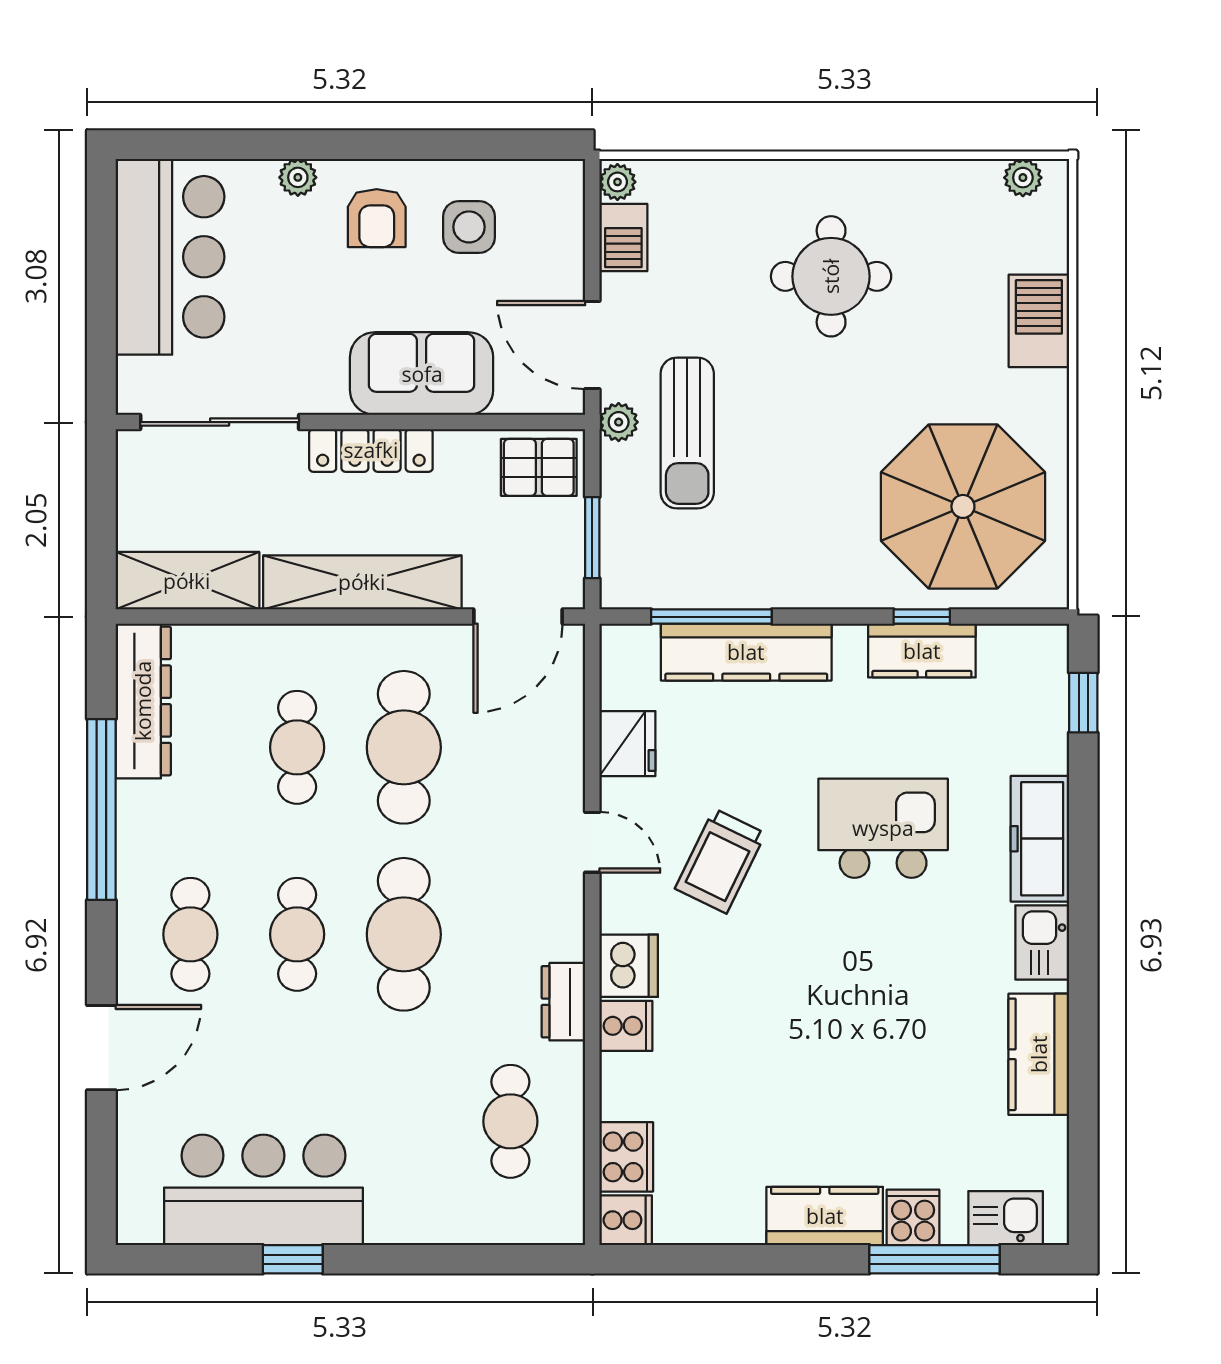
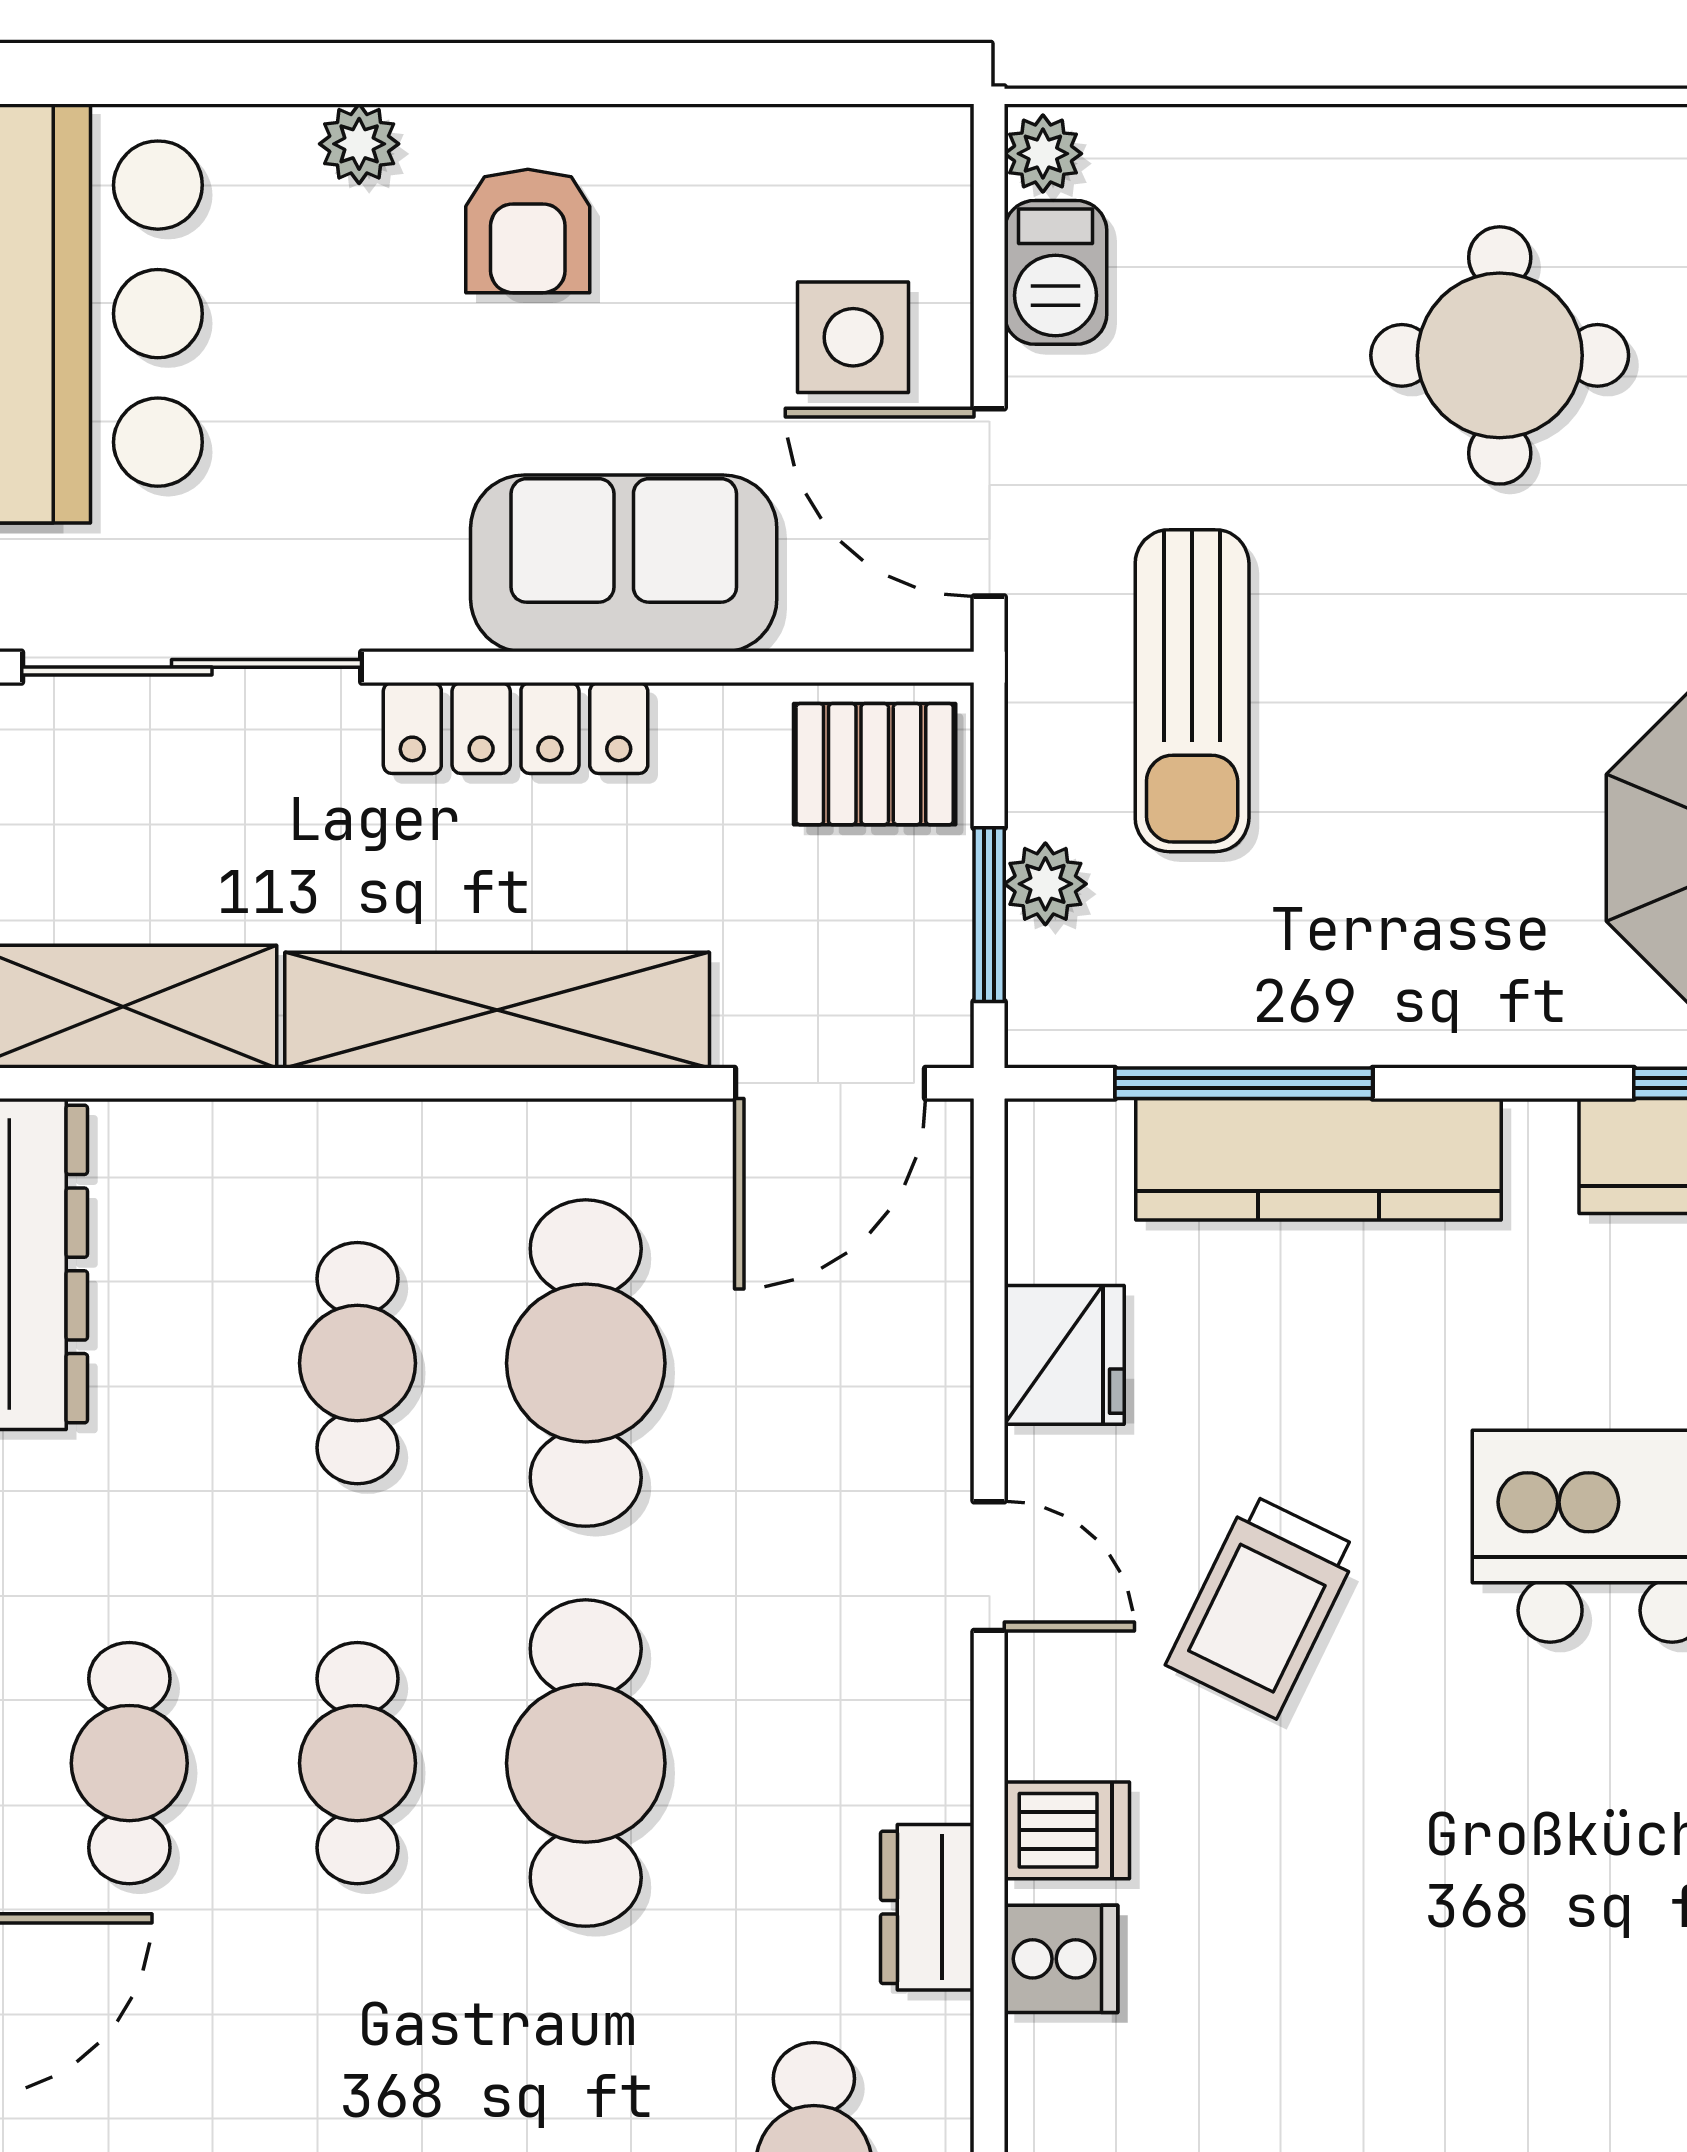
side table: (469, 227) -> (853, 337), moved
plant: (619, 422) -> (1045, 884), moved
dishwasher: (629, 966) -> (1067, 1830), width x0.73

